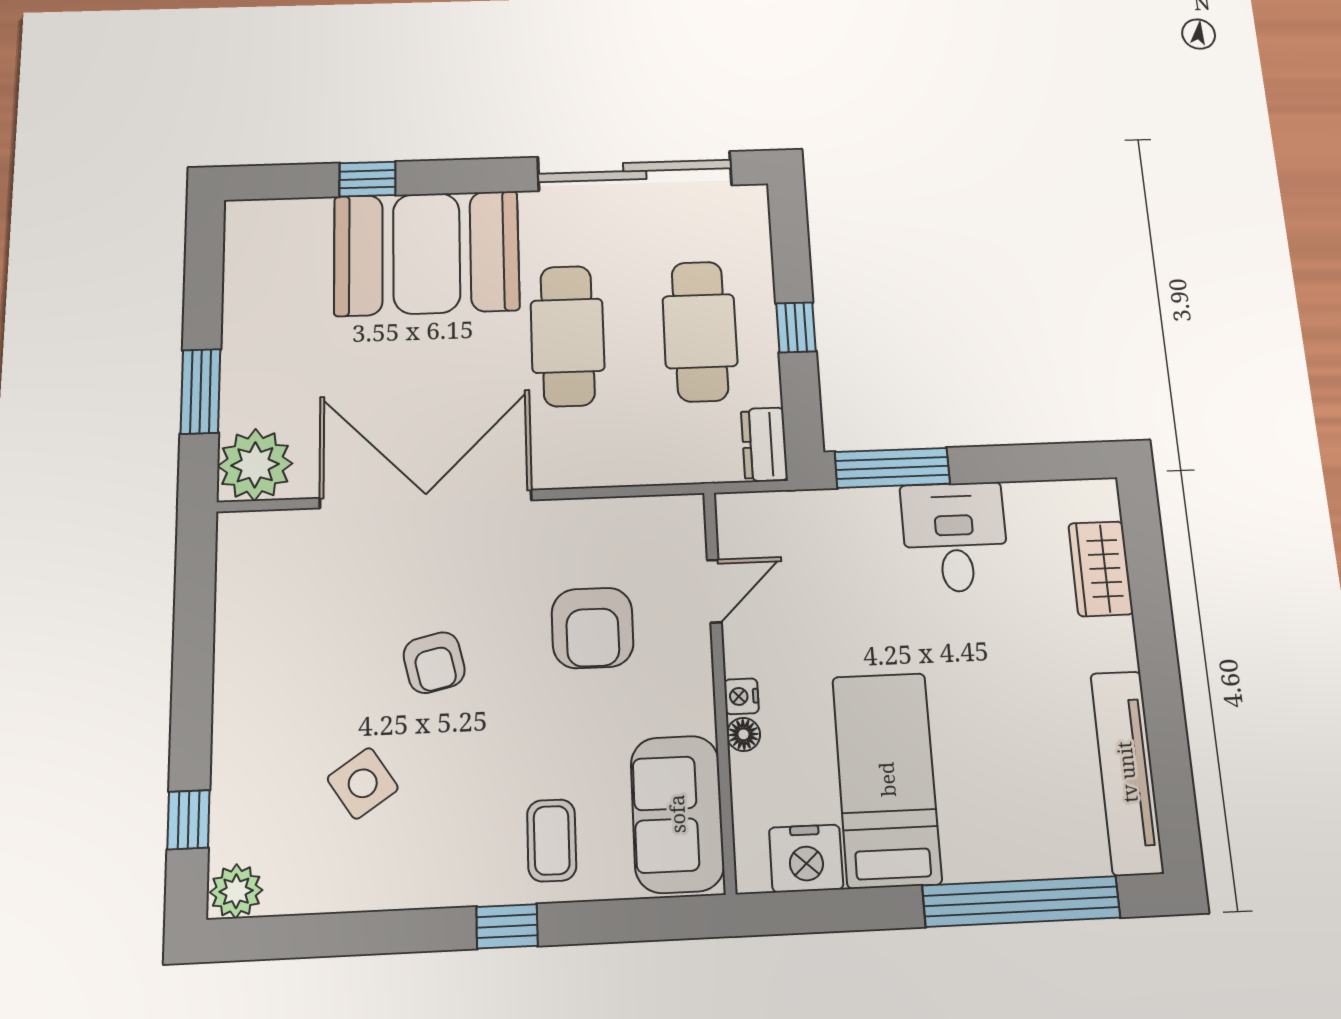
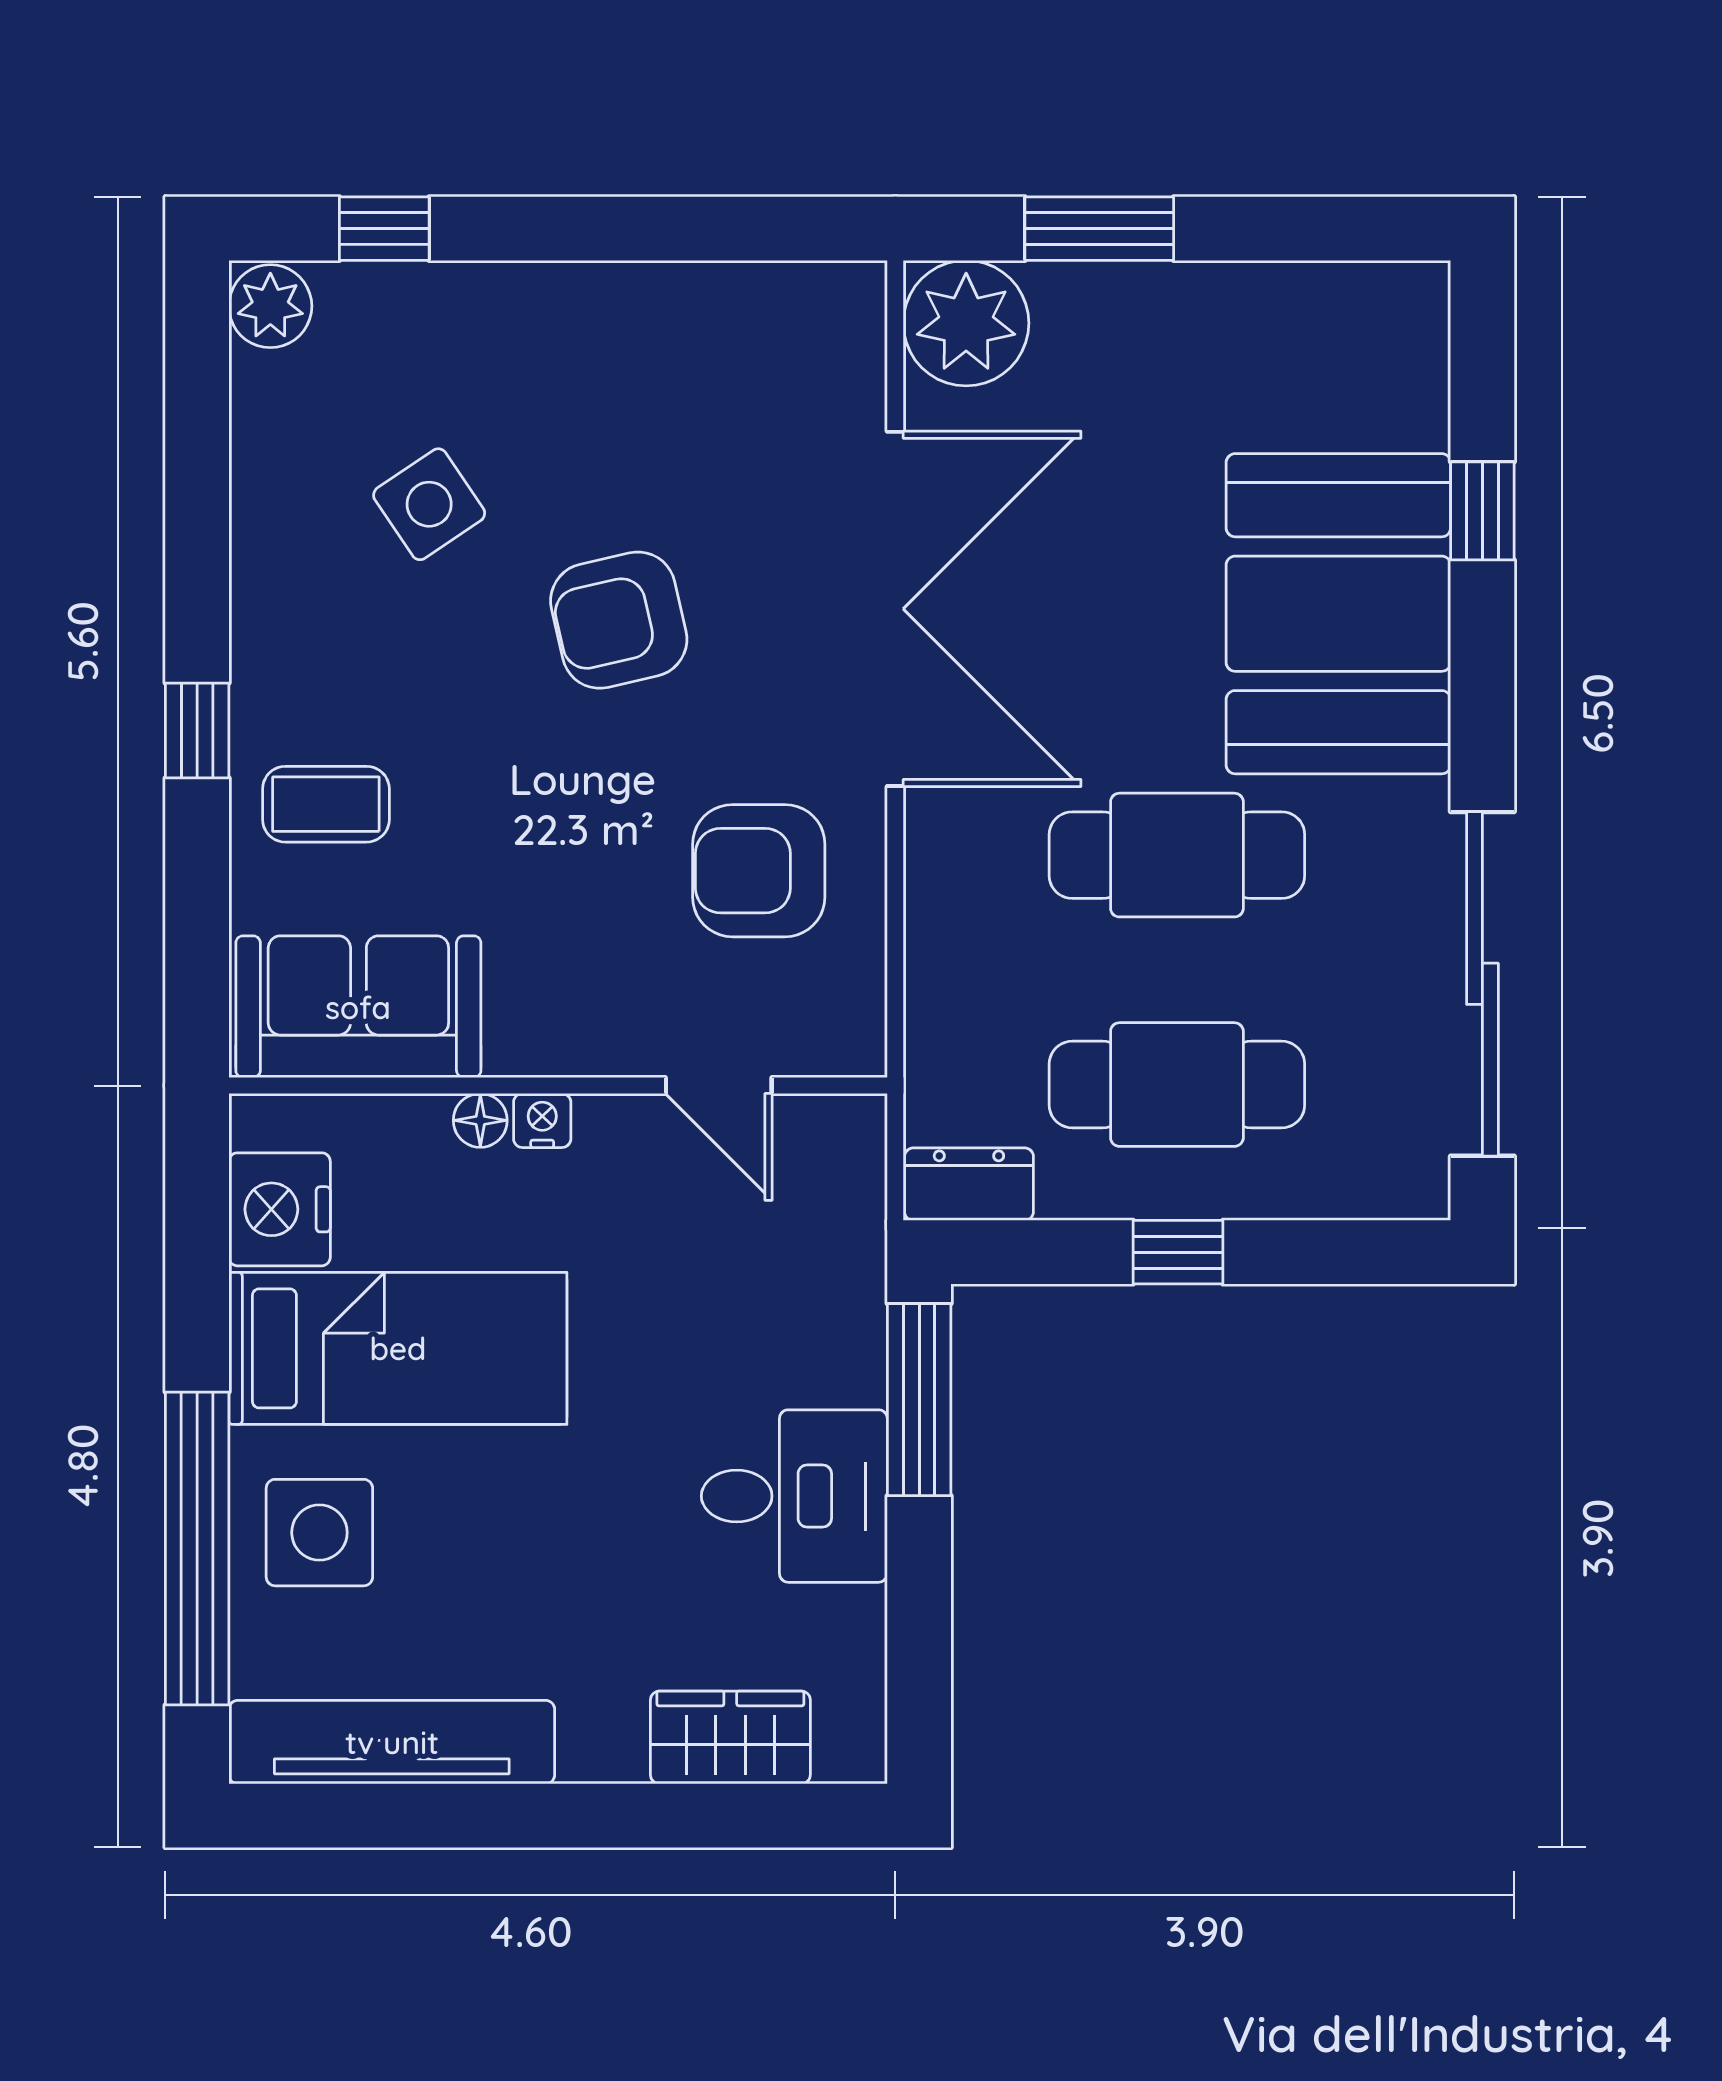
armchair: (593, 628) -> (759, 871), moved
armchair: (434, 663) -> (619, 620), width x1.38, depth x1.38
side table: (1004, 824) -> (319, 1533), added

